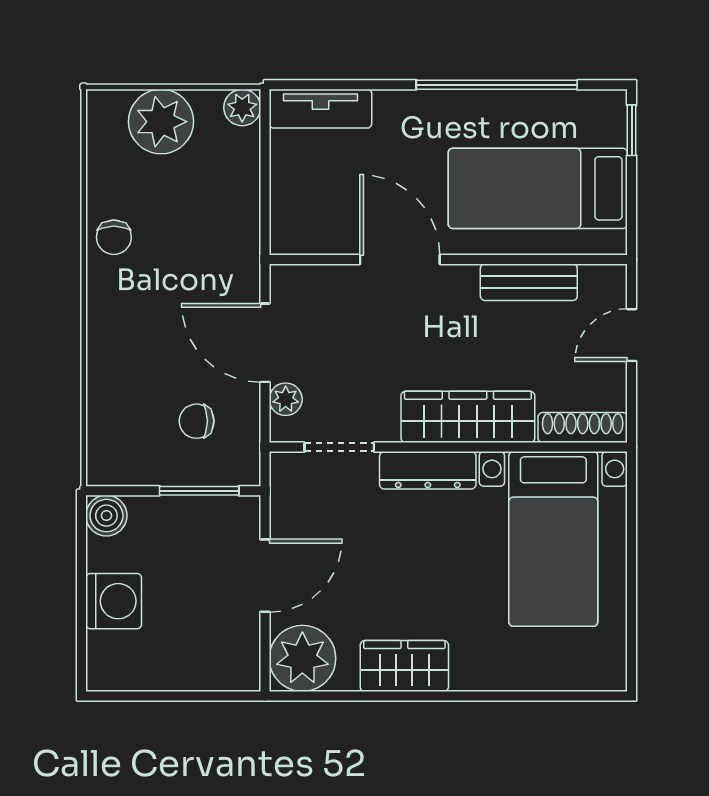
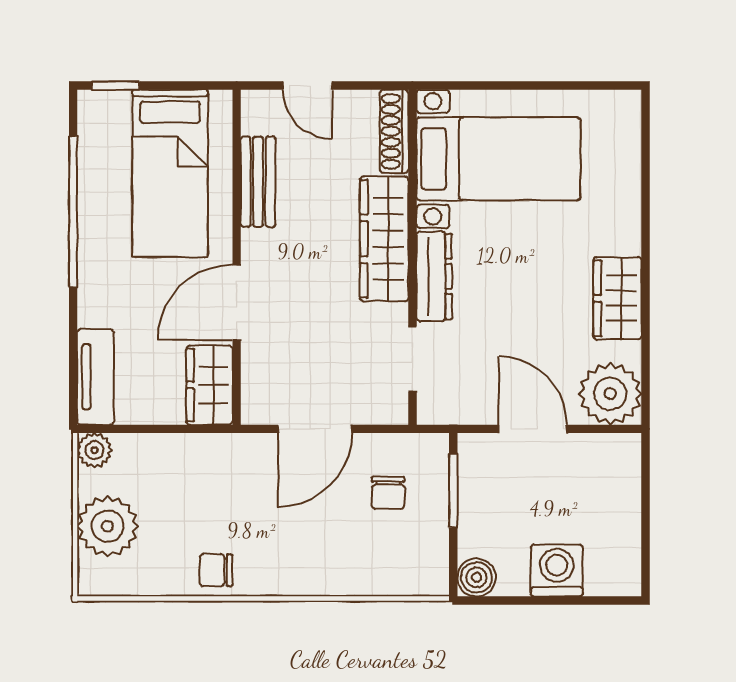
wardrobe: (312, 230) -> (210, 385), added
chair: (114, 237) -> (216, 570), turned 180
plant: (286, 399) -> (368, 409), removed

